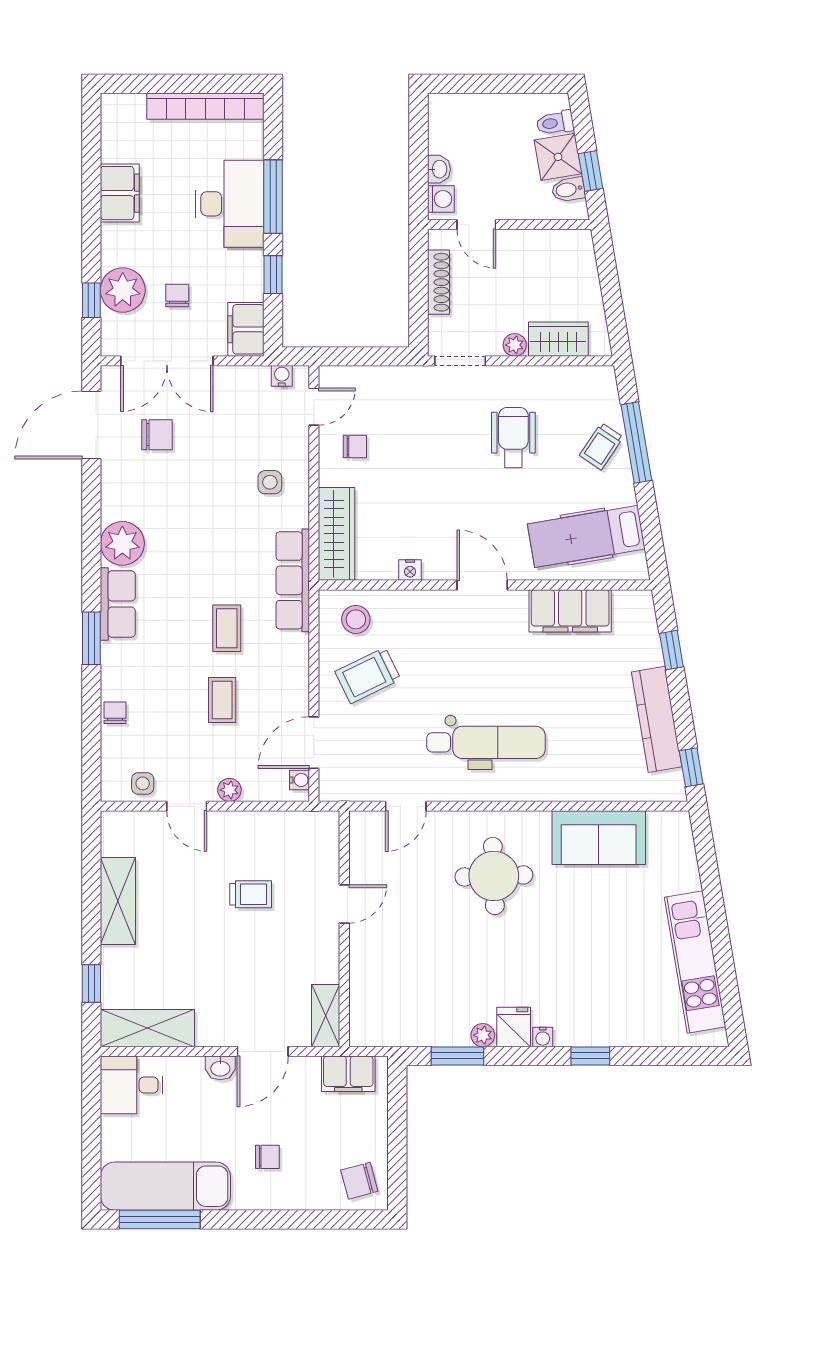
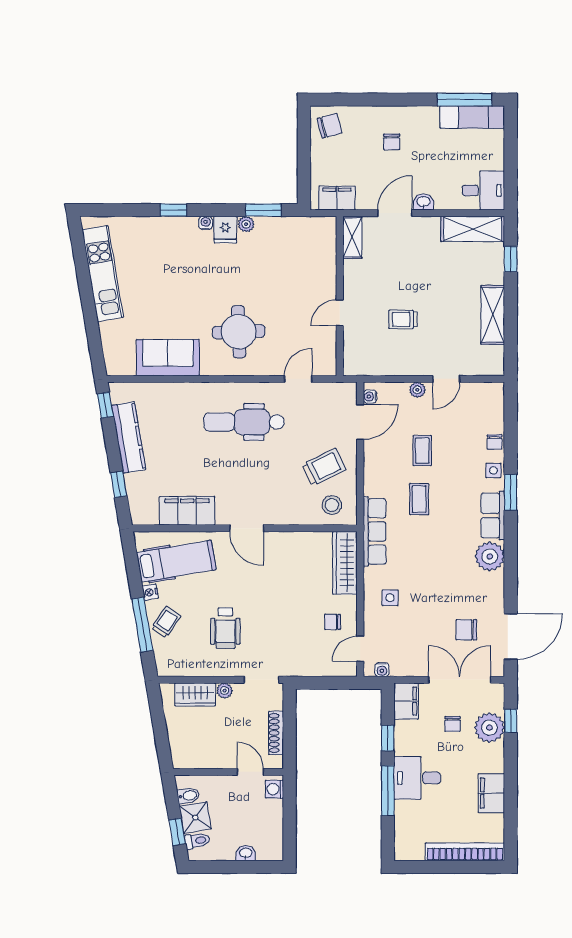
bookcase: (205, 106) -> (465, 852), moved
washbasin: (439, 169) -> (246, 853), moved, turned 90
window: (591, 171) -> (177, 832), moved
desk: (230, 204) -> (417, 778), width x0.73
nightstand: (410, 570) -> (150, 592), moved, turned -100
side table: (143, 783) -> (493, 470), moved
door: (187, 806) -> (446, 379), swing flipped
chair: (267, 1157) -> (392, 142), turned -90
exam couch: (165, 1186) -> (472, 117), width x0.73, depth x0.69

